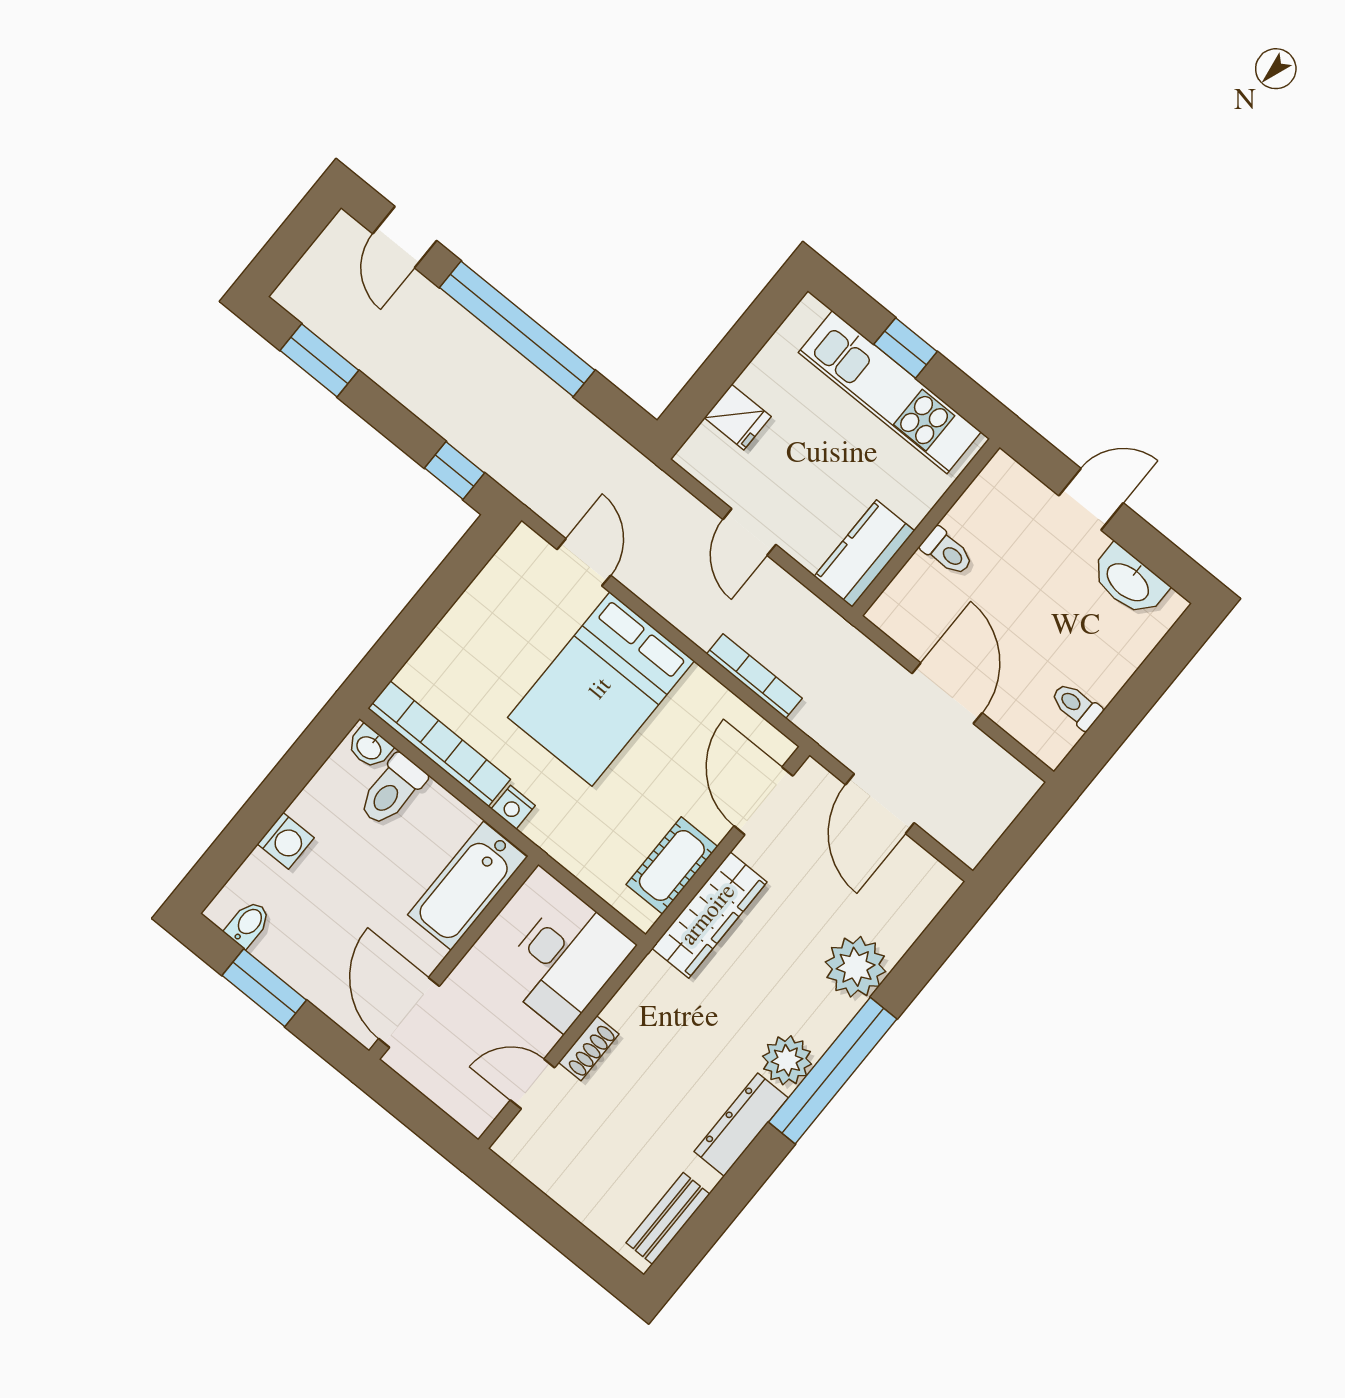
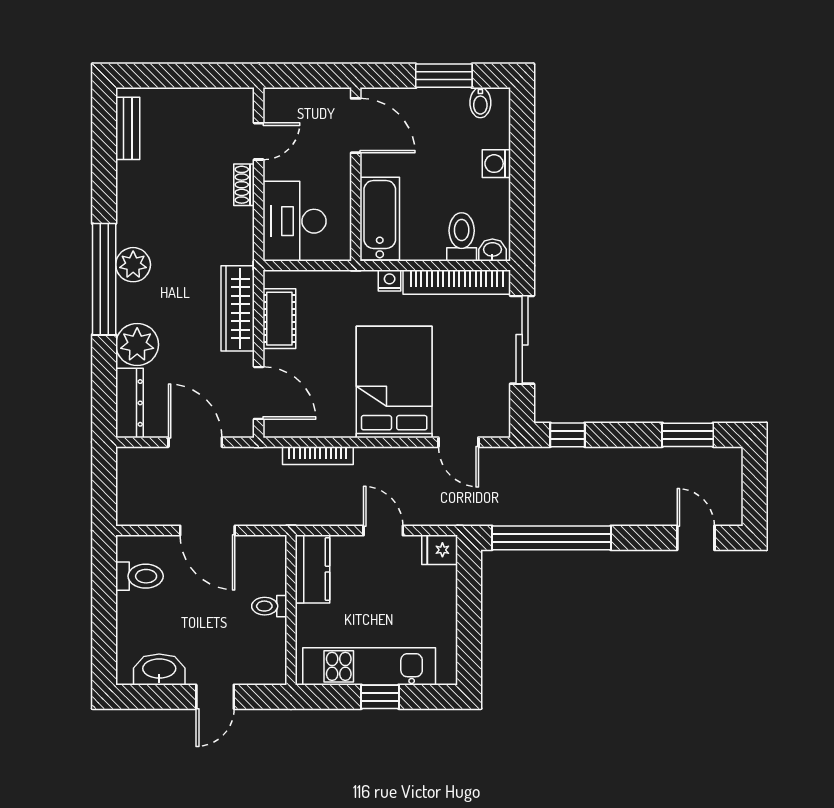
window: (517, 329) -> (551, 538), moved
fridge: (738, 417) -> (440, 550), moved
sliding door: (418, 619) -> (522, 340), added
toilet: (1076, 706) -> (139, 576), width x1.37, depth x1.39
dresser: (741, 1125) -> (130, 403), moved

